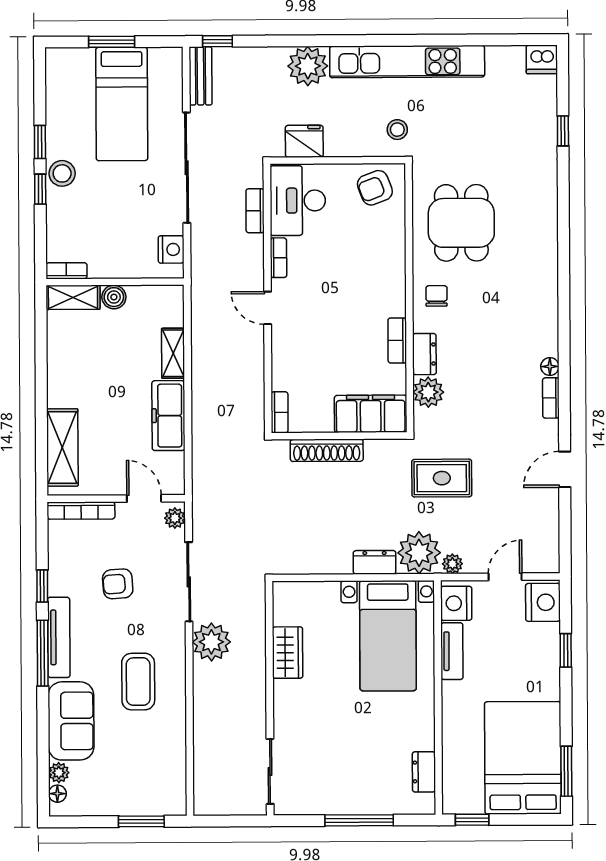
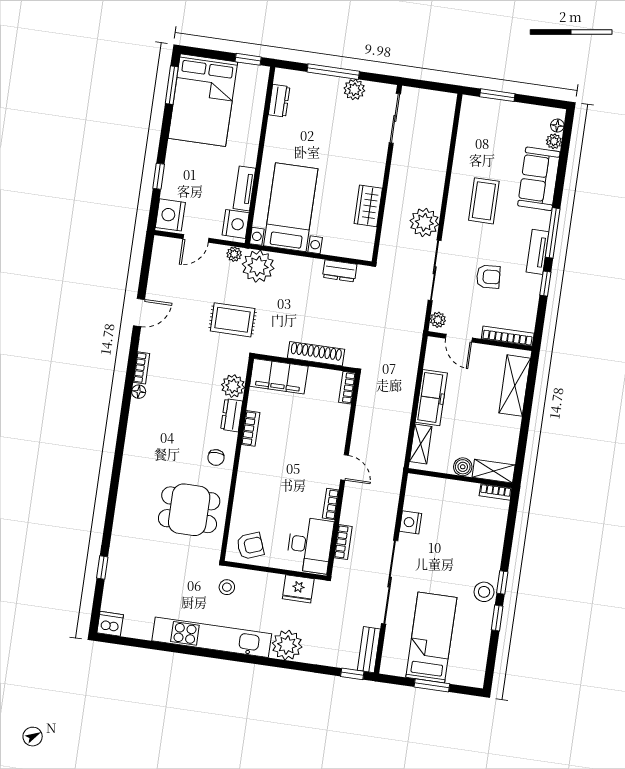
dining table: (461, 223) -> (189, 510), turned 90
bookcase: (66, 271) -> (496, 492), moved
wall: (115, 282) -> (460, 478), moved
shelving: (73, 297) -> (494, 471), moved
boiler: (114, 297) -> (463, 467), moved
dresser: (375, 562) -> (340, 271), moved
tv unit: (59, 637) -> (537, 252), width x0.71
plant: (328, 801) -> (354, 89), added

